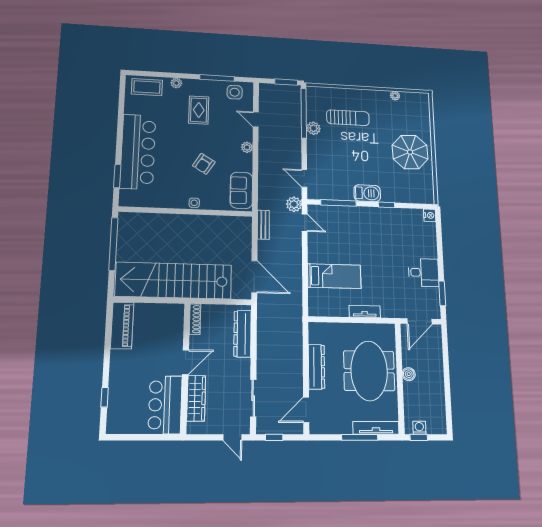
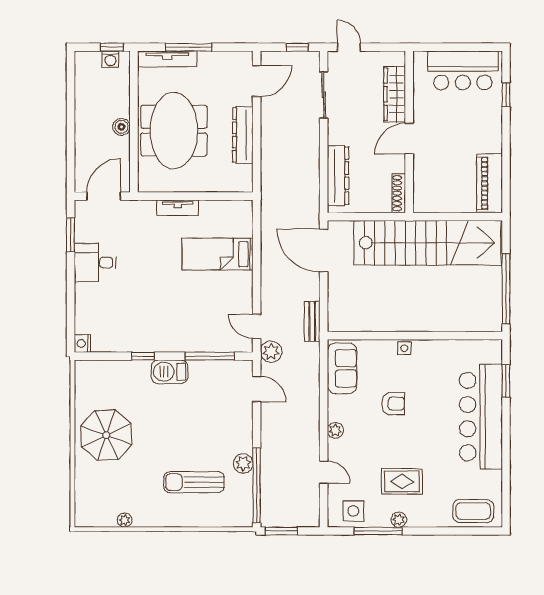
plant: (176, 83) -> (399, 520), moved
rug: (199, 110) -> (402, 481), turned 90
armchair: (204, 164) -> (393, 404), turned 58
bar counter: (165, 405) -> (463, 70), moved, turned 90

